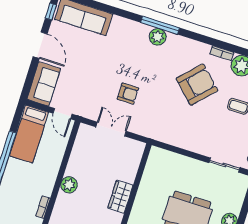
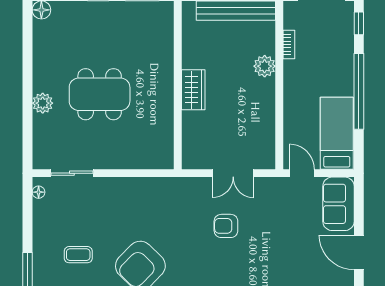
plant: (69, 185) -> (265, 66), moved

